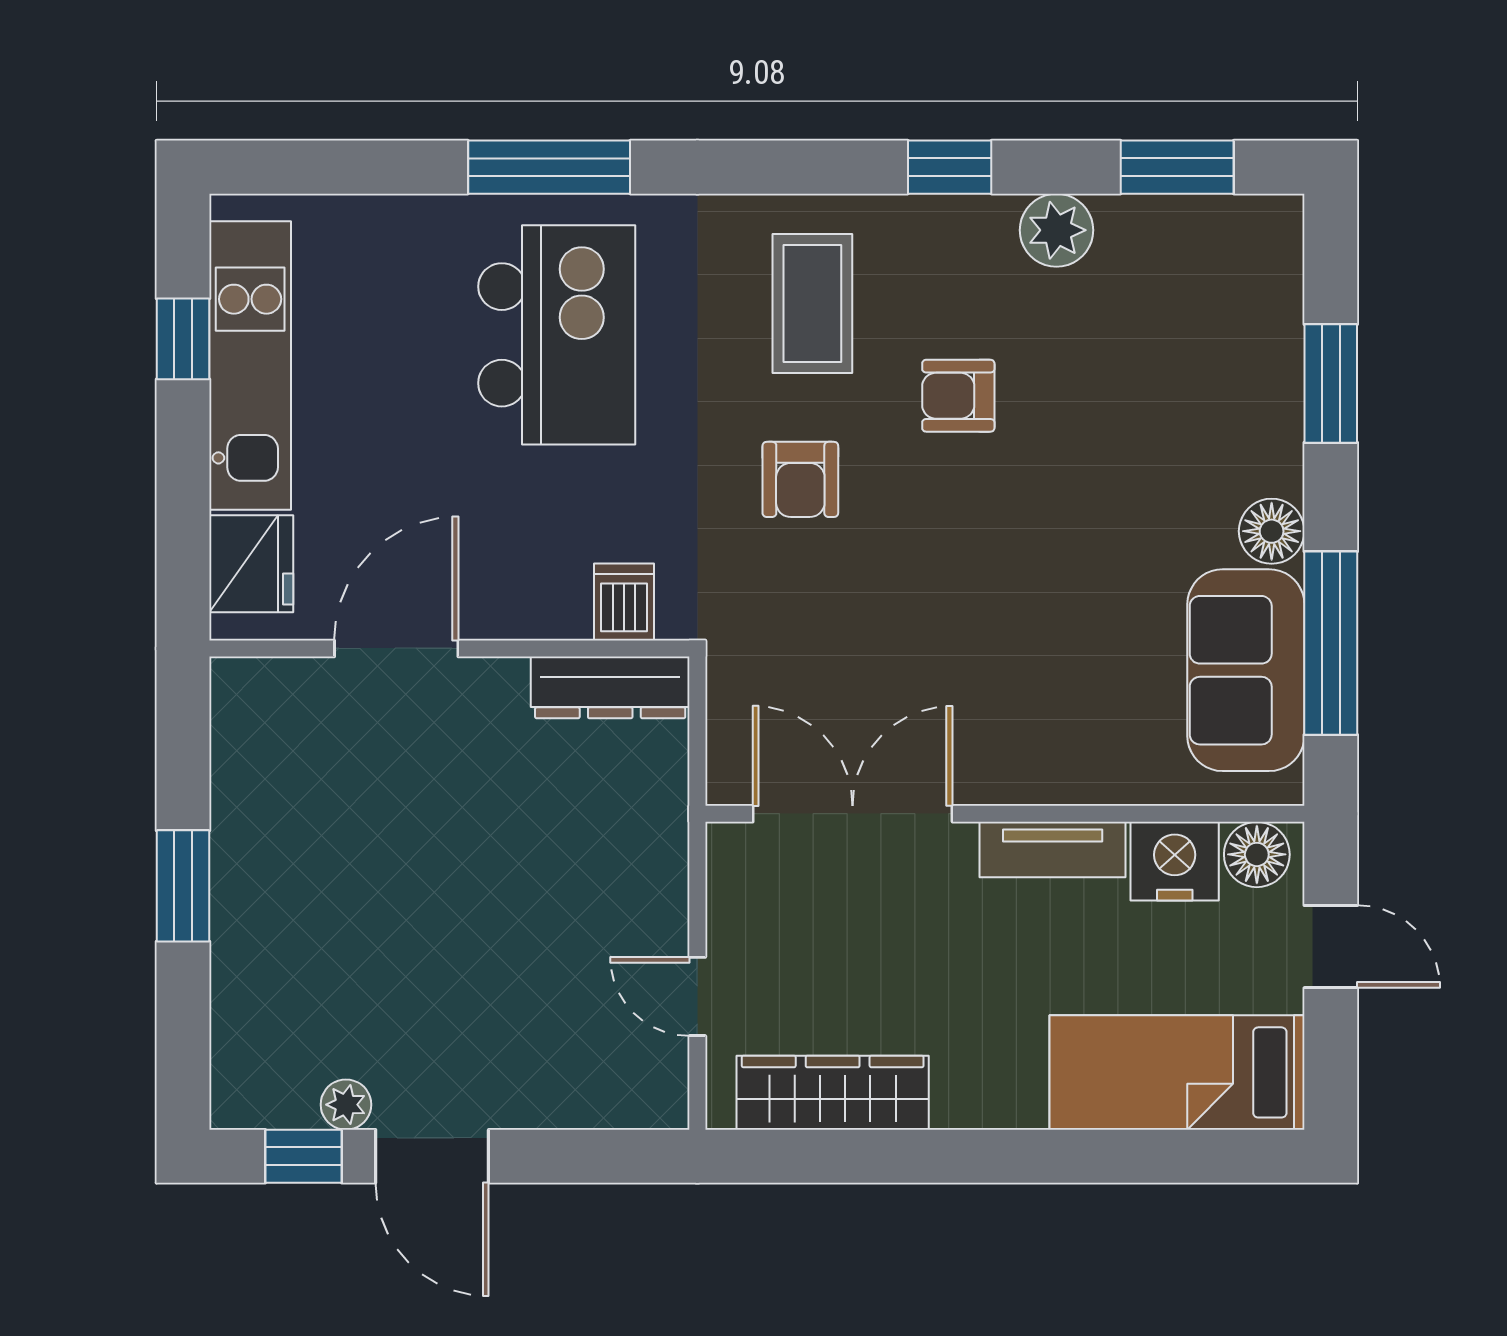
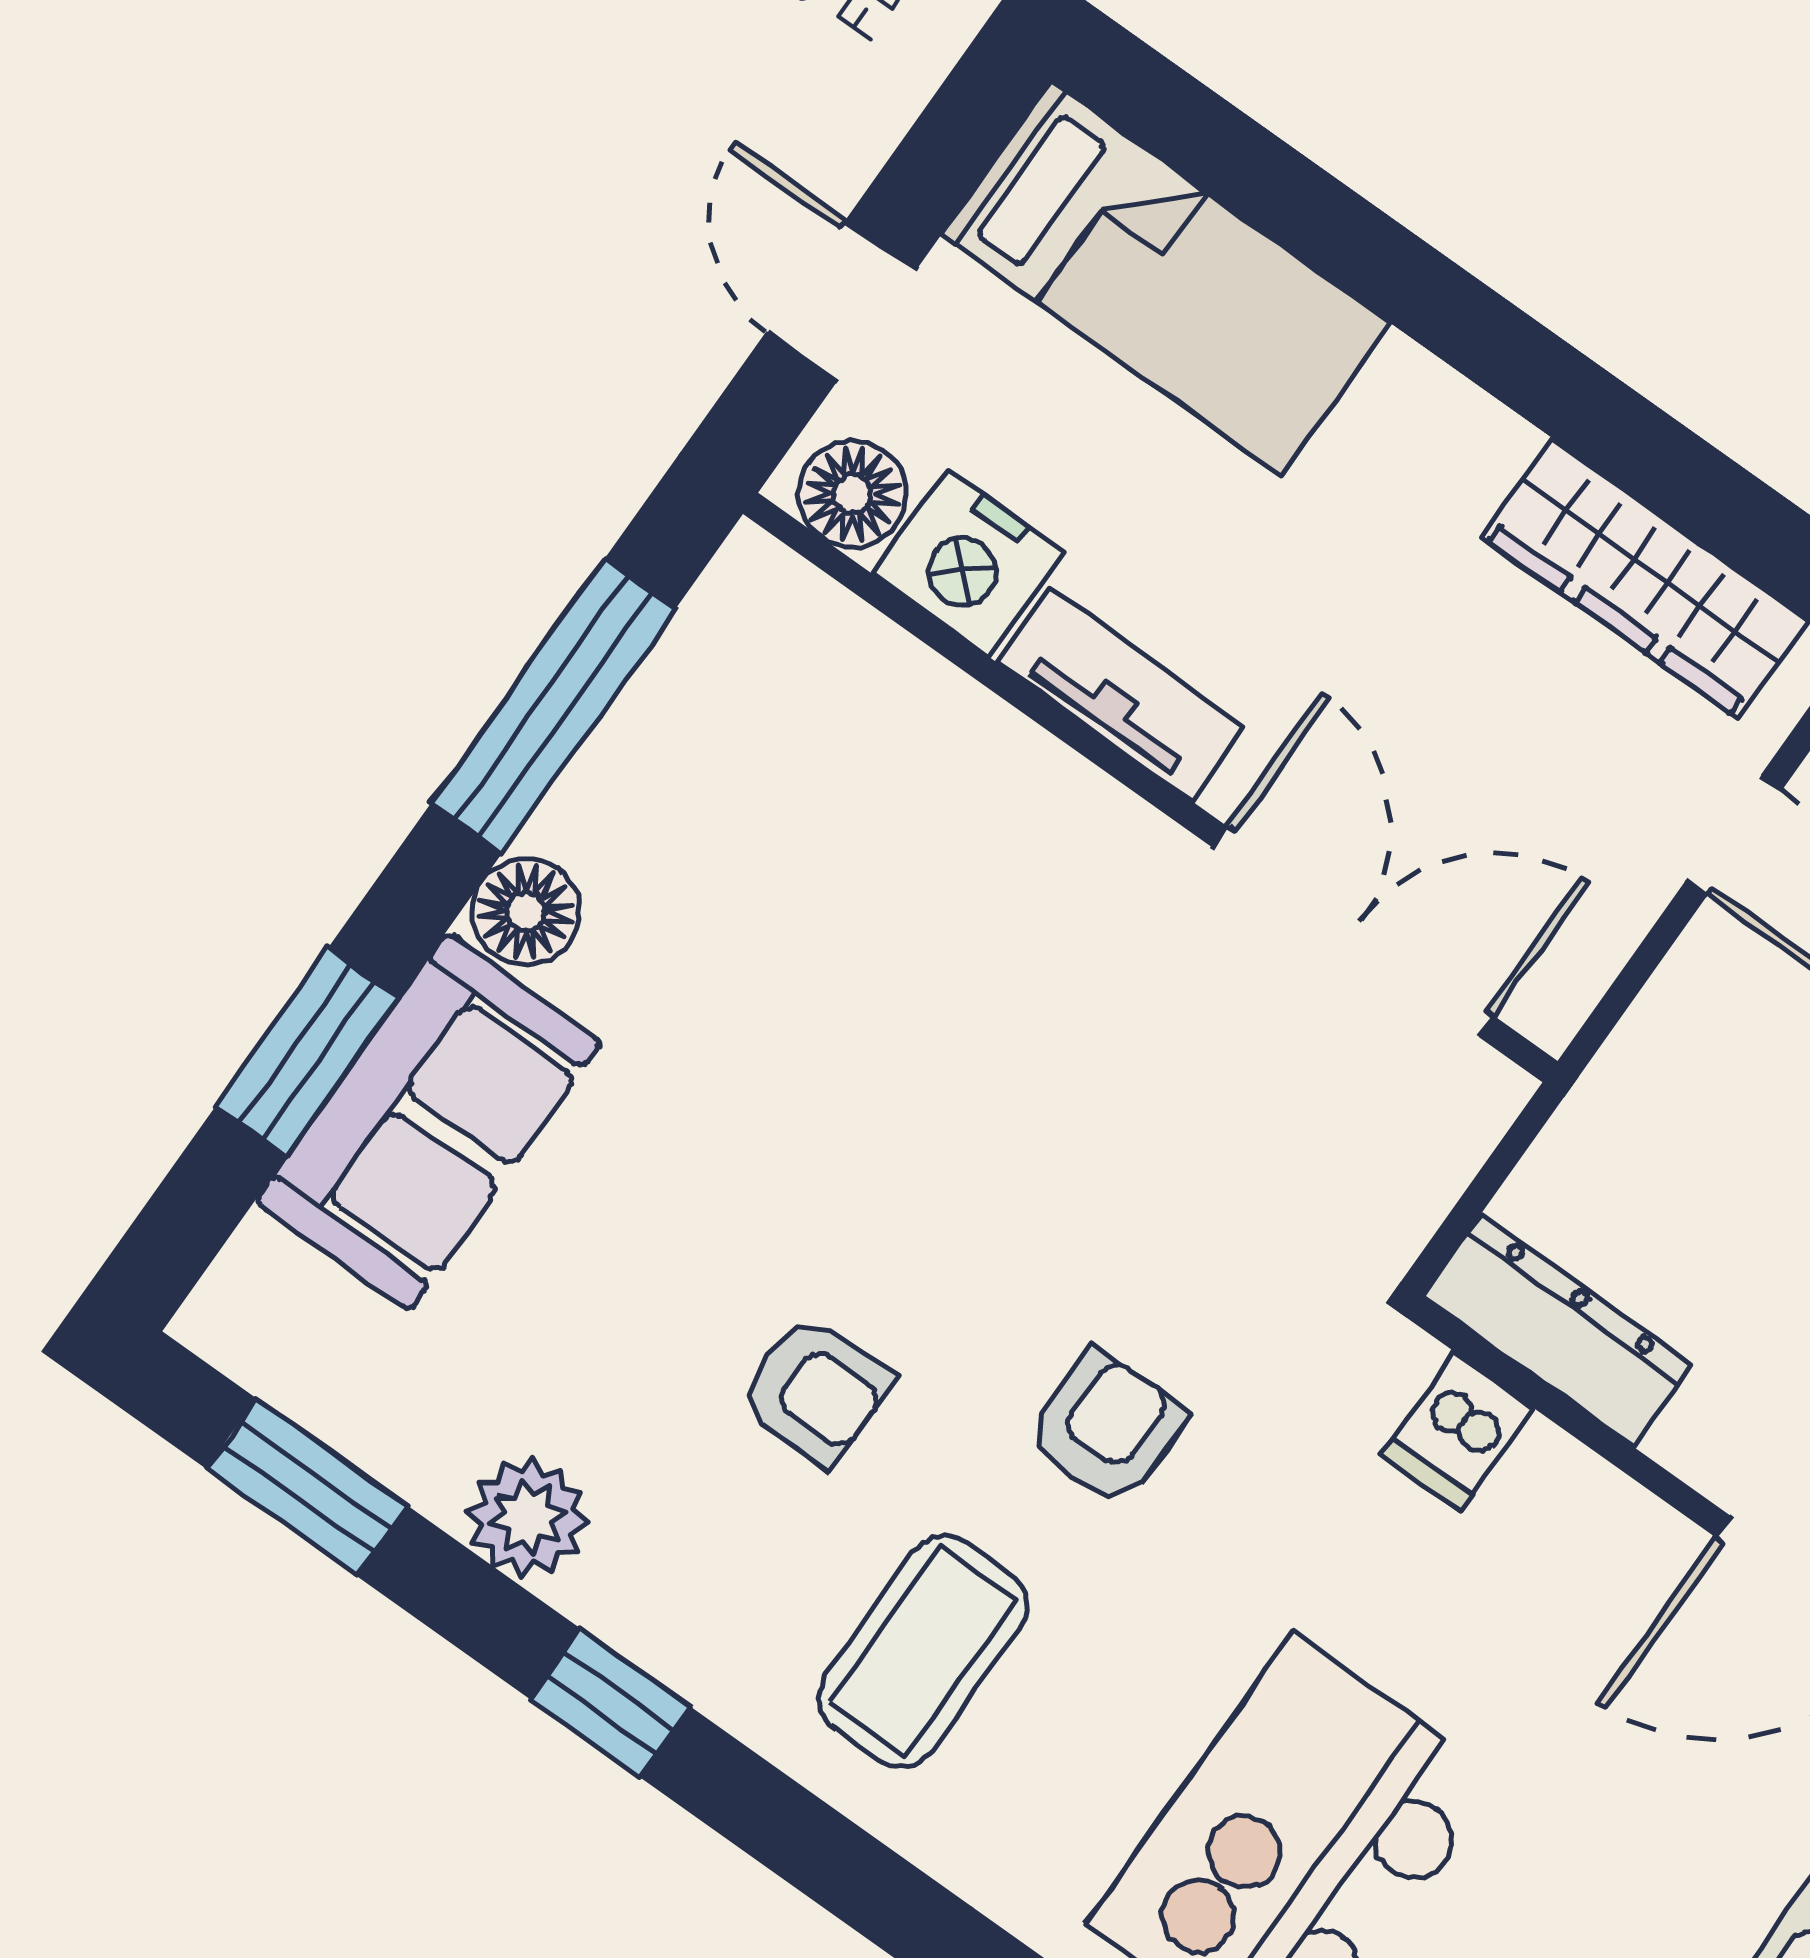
sofa: (1246, 670) -> (429, 1121), moved
double door: (853, 814) -> (1353, 932), swing flipped

